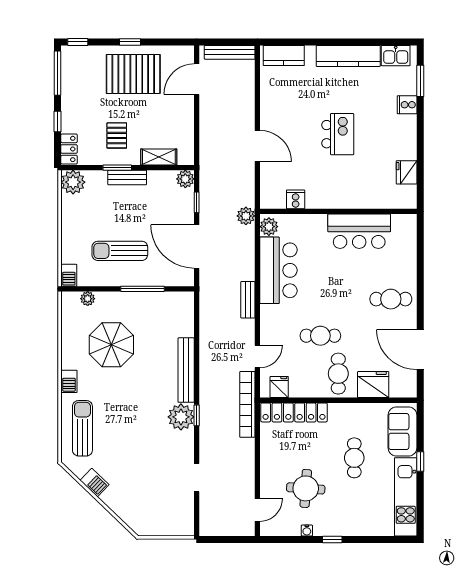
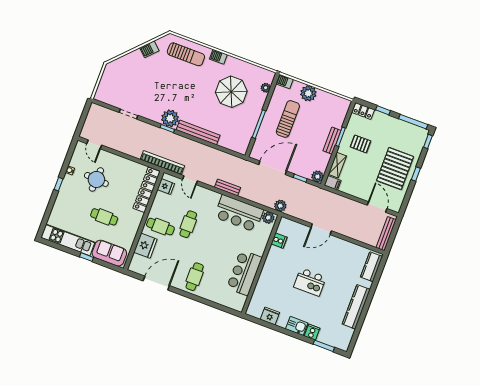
kitchen sink: (396, 56) -> (297, 326), moved, turned 90
filing cabinet: (186, 154) -> (333, 183), added
plant: (73, 182) -> (308, 93), moved

